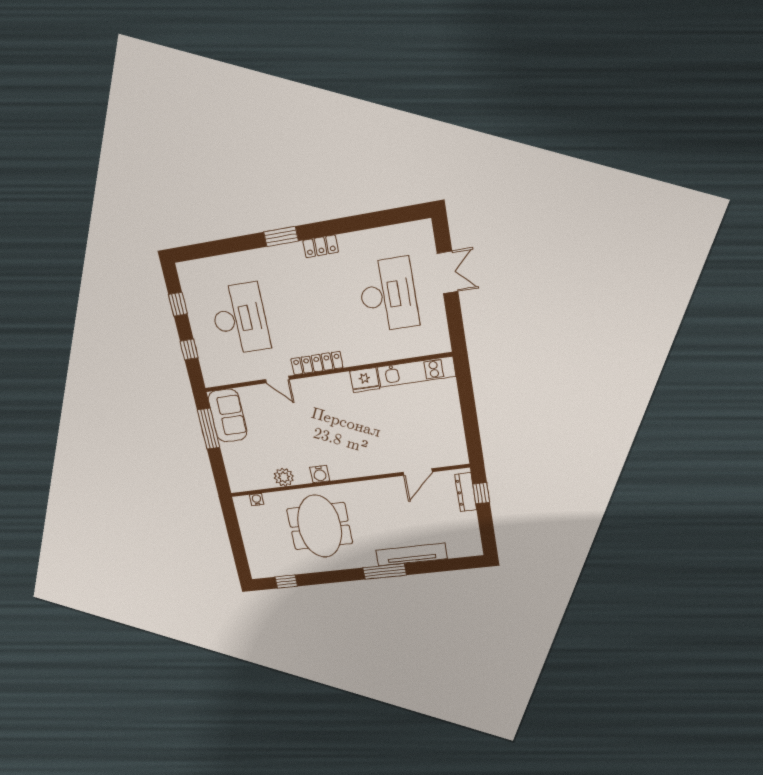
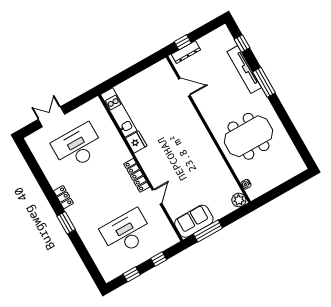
water cooler: (320, 474) -> (211, 149), removed
plant: (284, 477) -> (239, 200), moved
window: (286, 582) -> (242, 43), moved

